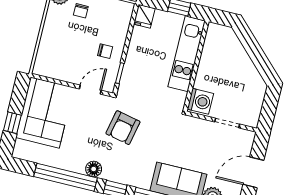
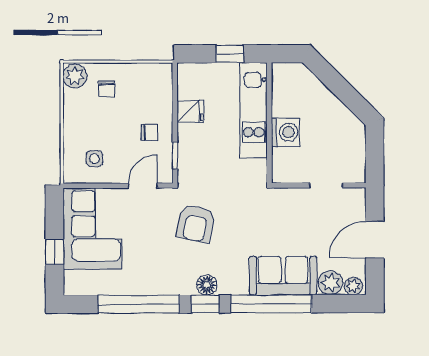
fridge: (144, 16) -> (191, 112), moved, turned -90
side table: (59, 61) -> (94, 159), added
washing machine: (200, 101) -> (286, 132), moved
floor lamp: (94, 169) -> (207, 285), moved

